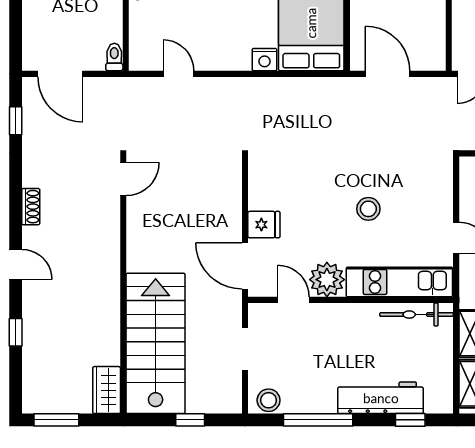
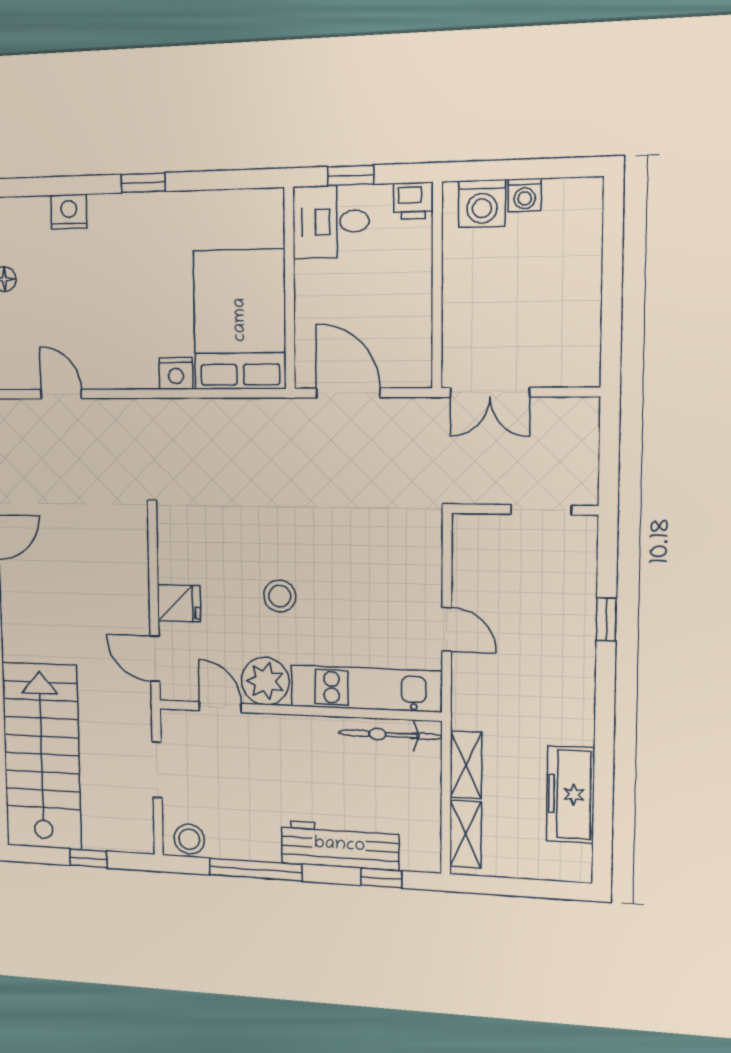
stool: (368, 209) -> (280, 596), moved
door: (245, 266) -> (155, 659), width x0.73

